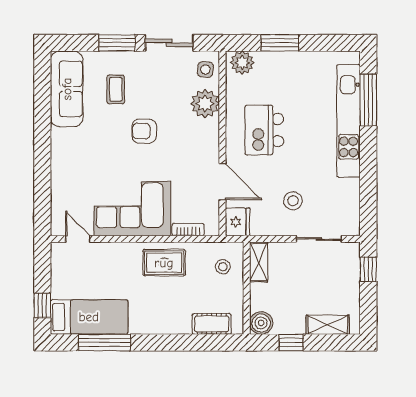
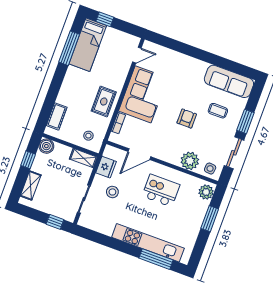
fridge: (238, 222) -> (106, 167), moved, turned -90

